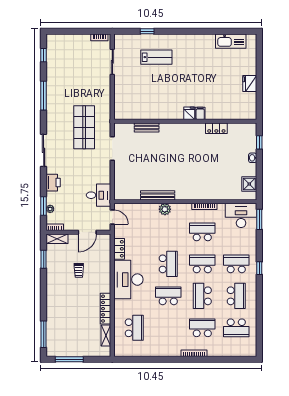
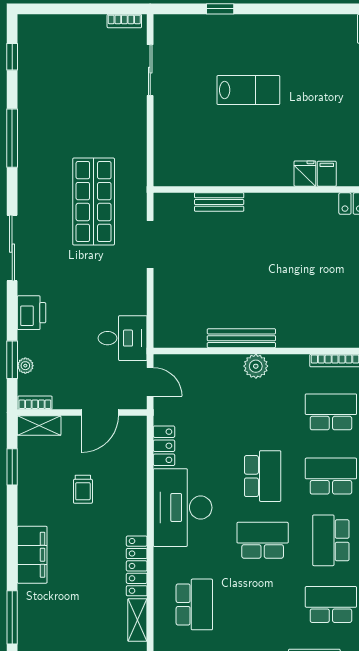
lab bench: (156, 57) -> (248, 90), moved
filing cabinet: (54, 303) -> (32, 555), added

